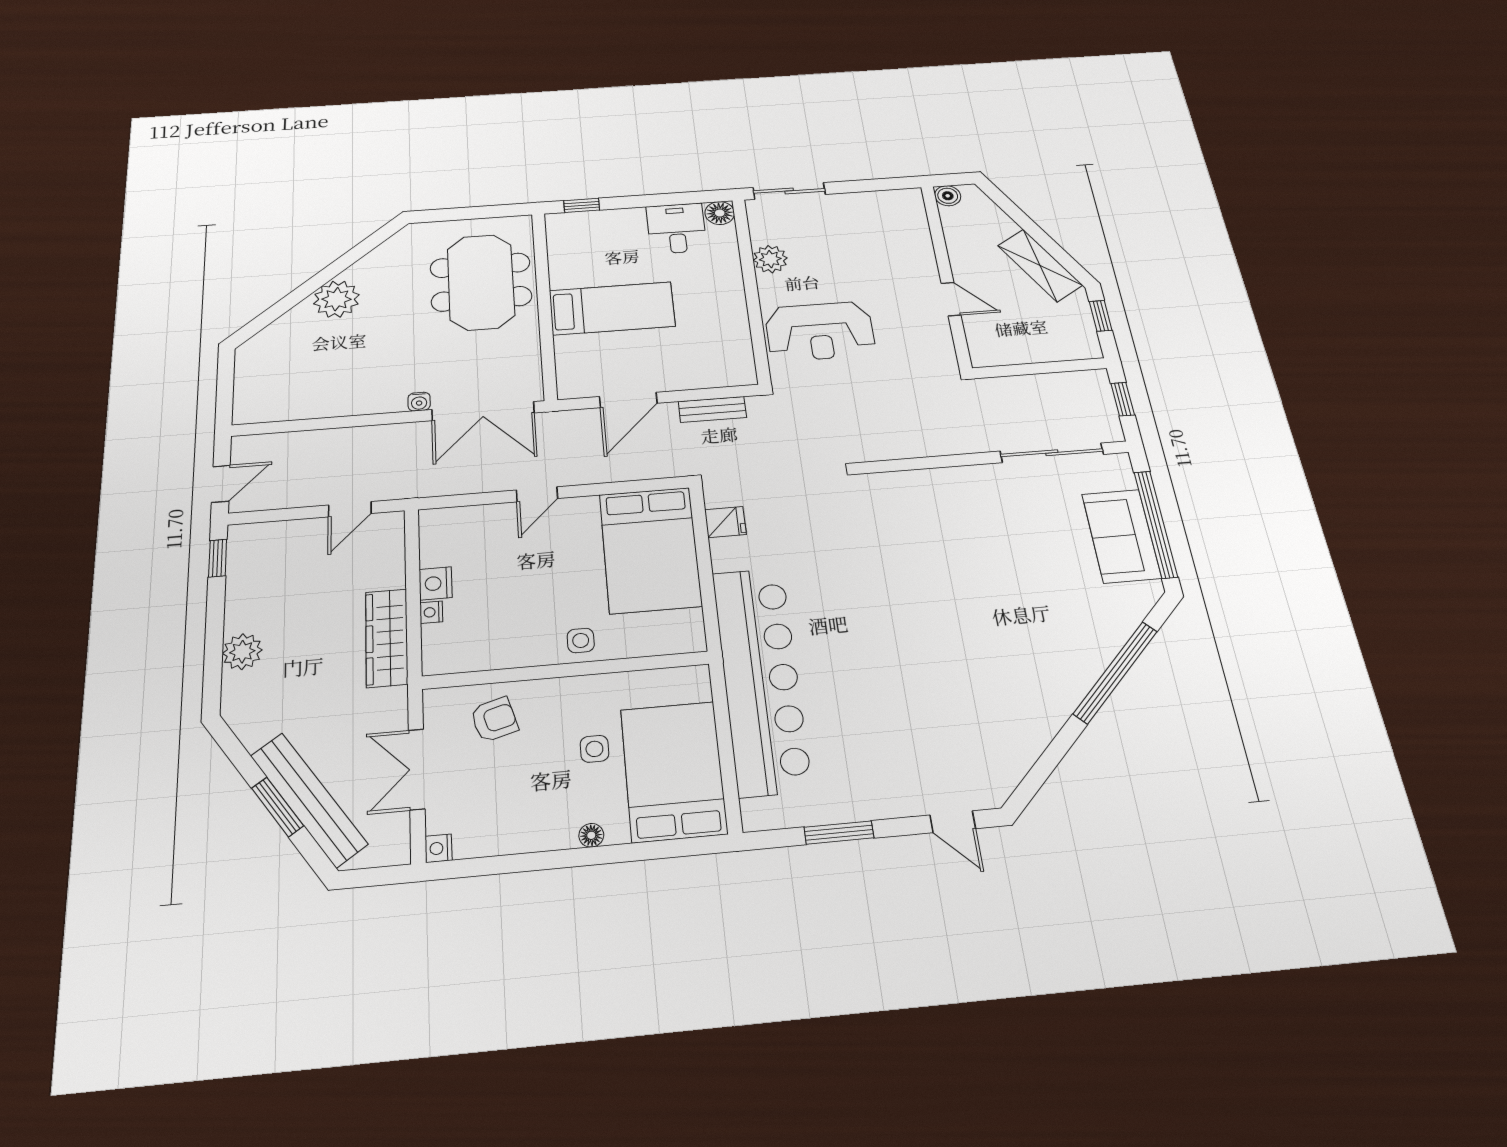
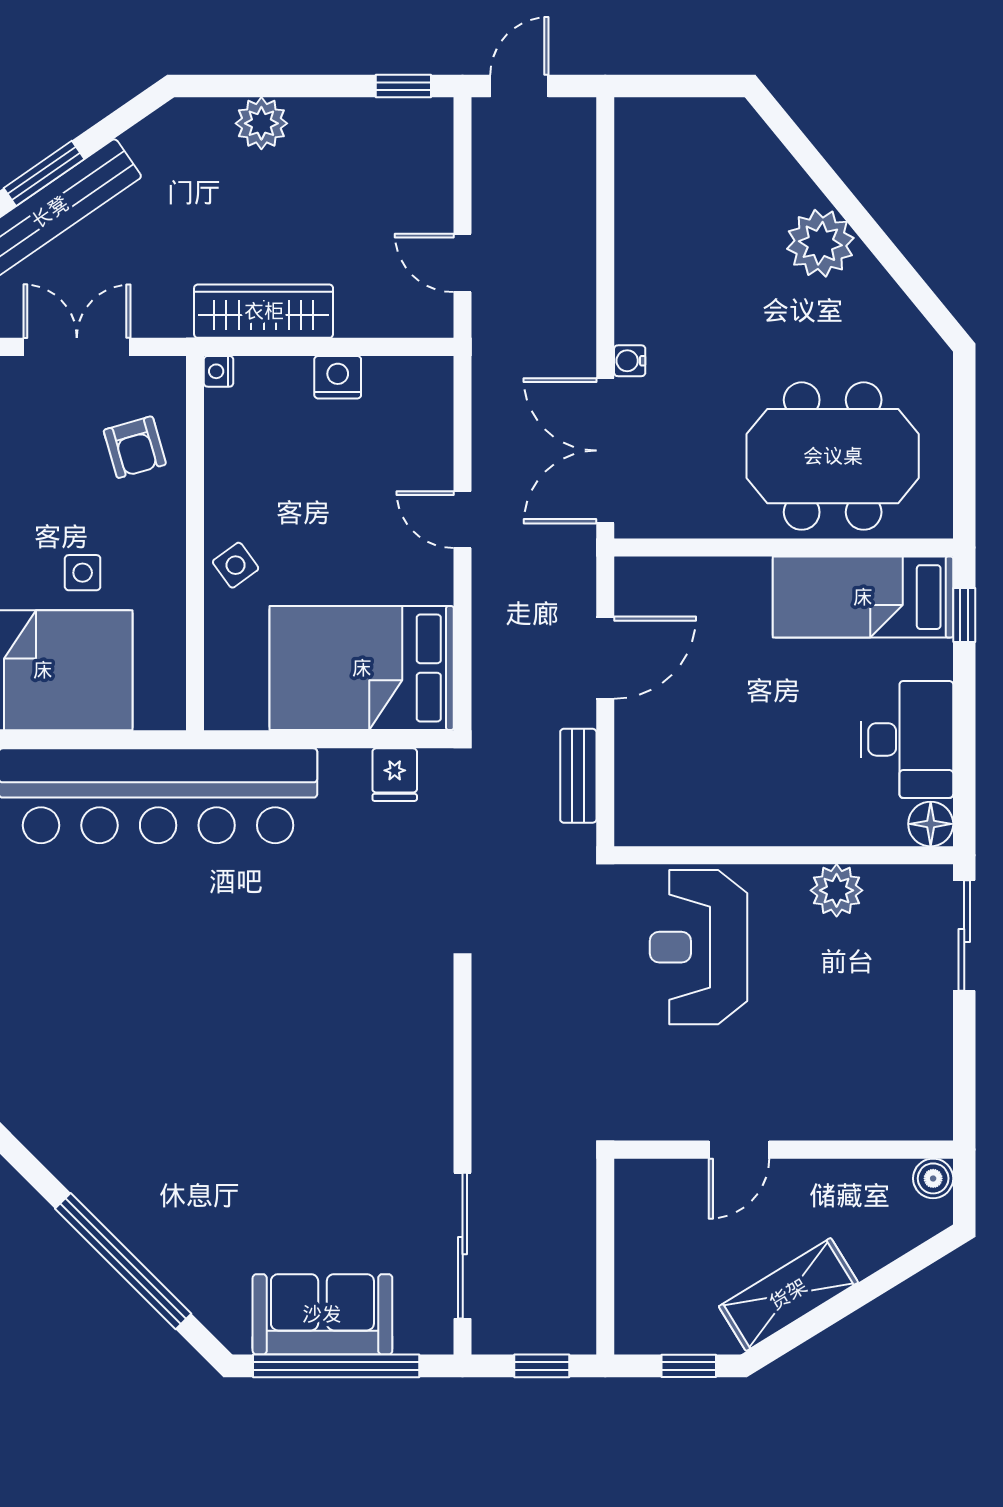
desk: (676, 228) -> (907, 739), width x1.37
bed: (612, 308) -> (863, 597), moved, turned 90
door: (628, 400) -> (605, 658), swing flipped
door: (221, 484) -> (519, 86), swing flipped
nightstand: (431, 612) -> (218, 371), moved, turned -90
side table: (581, 640) -> (236, 565), turned -36

